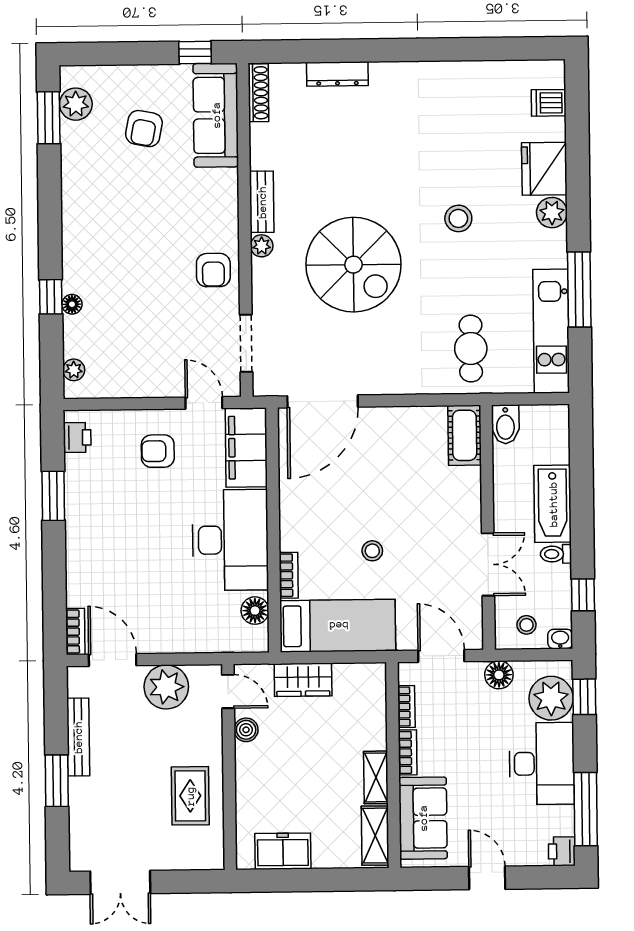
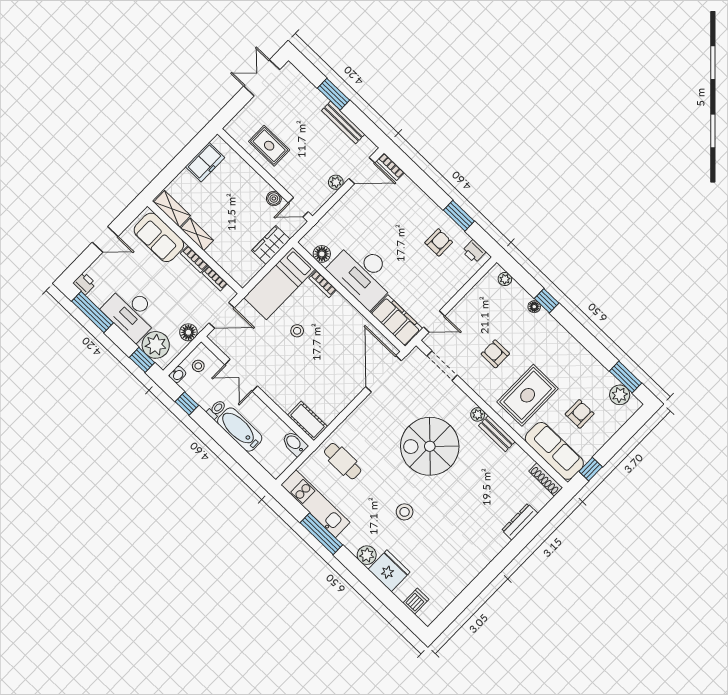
armchair: (144, 129) -> (580, 414), turned 79
rug: (182, 210) -> (528, 395), added
armchair: (213, 270) -> (495, 354), moved
armchair: (158, 451) -> (439, 242), moved
plant: (166, 687) -> (336, 182), width x0.53, depth x0.53

